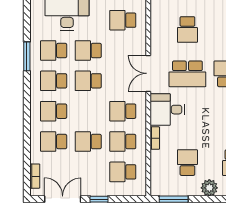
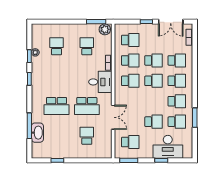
double door: (148, 73) -> (113, 117), moved
school desk: (187, 74) -> (87, 106), turned 180
school desk: (88, 81) -> (154, 81), moved
school desk: (187, 163) -> (87, 46), turned 180
plant: (209, 188) -> (105, 29), moved

